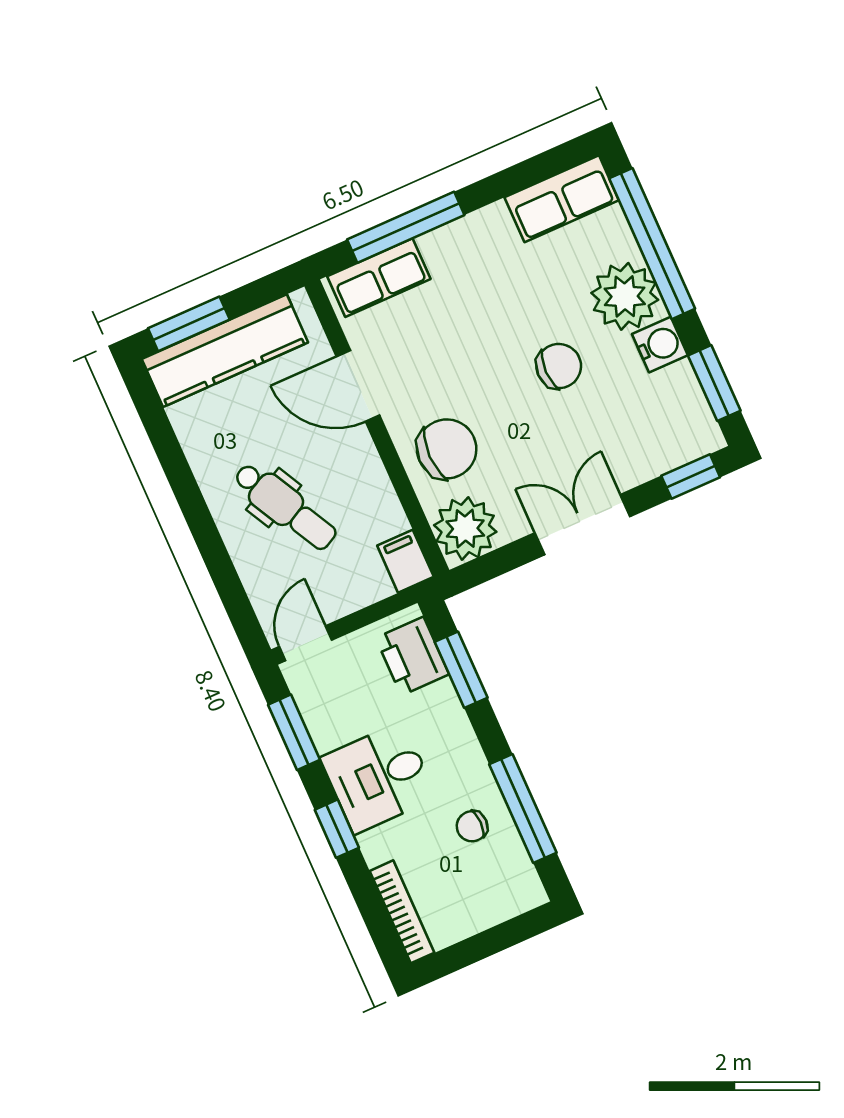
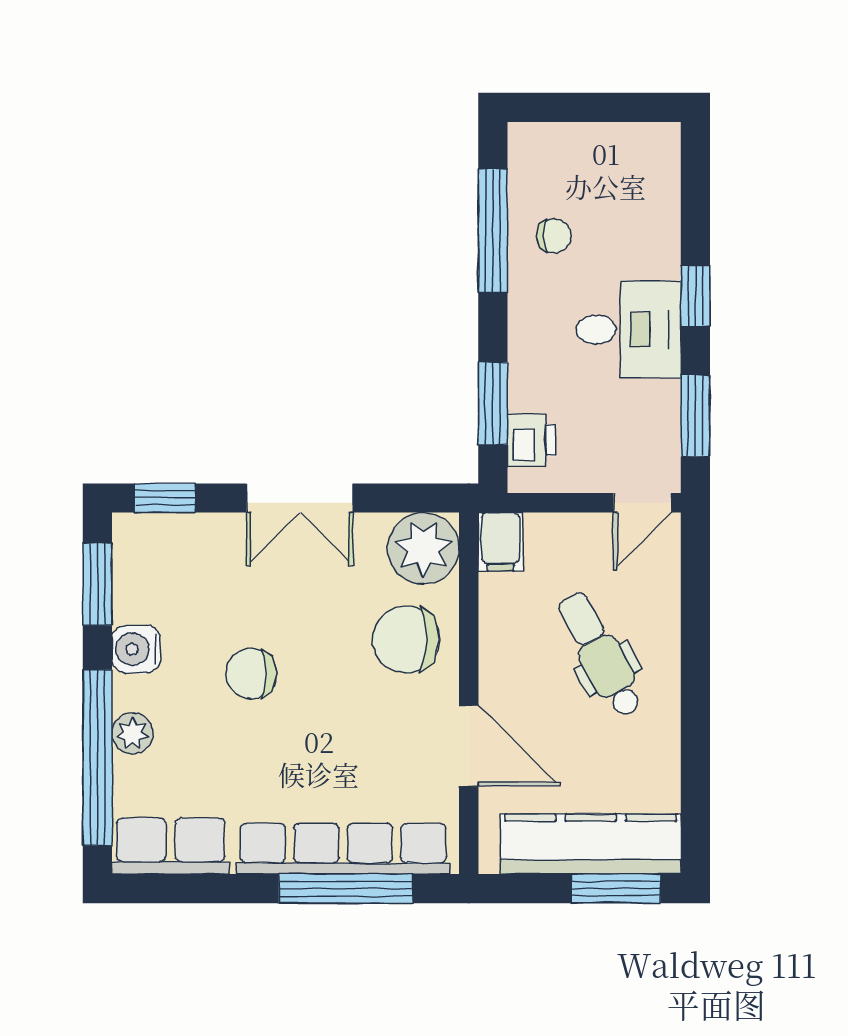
row of seats: (379, 278) -> (343, 849), width x2.02
plant: (625, 296) -> (132, 734), width x0.53, depth x0.53
printer: (412, 656) -> (531, 440), width x0.73, depth x0.81
bookcase: (402, 912) -> (666, 179), removed

